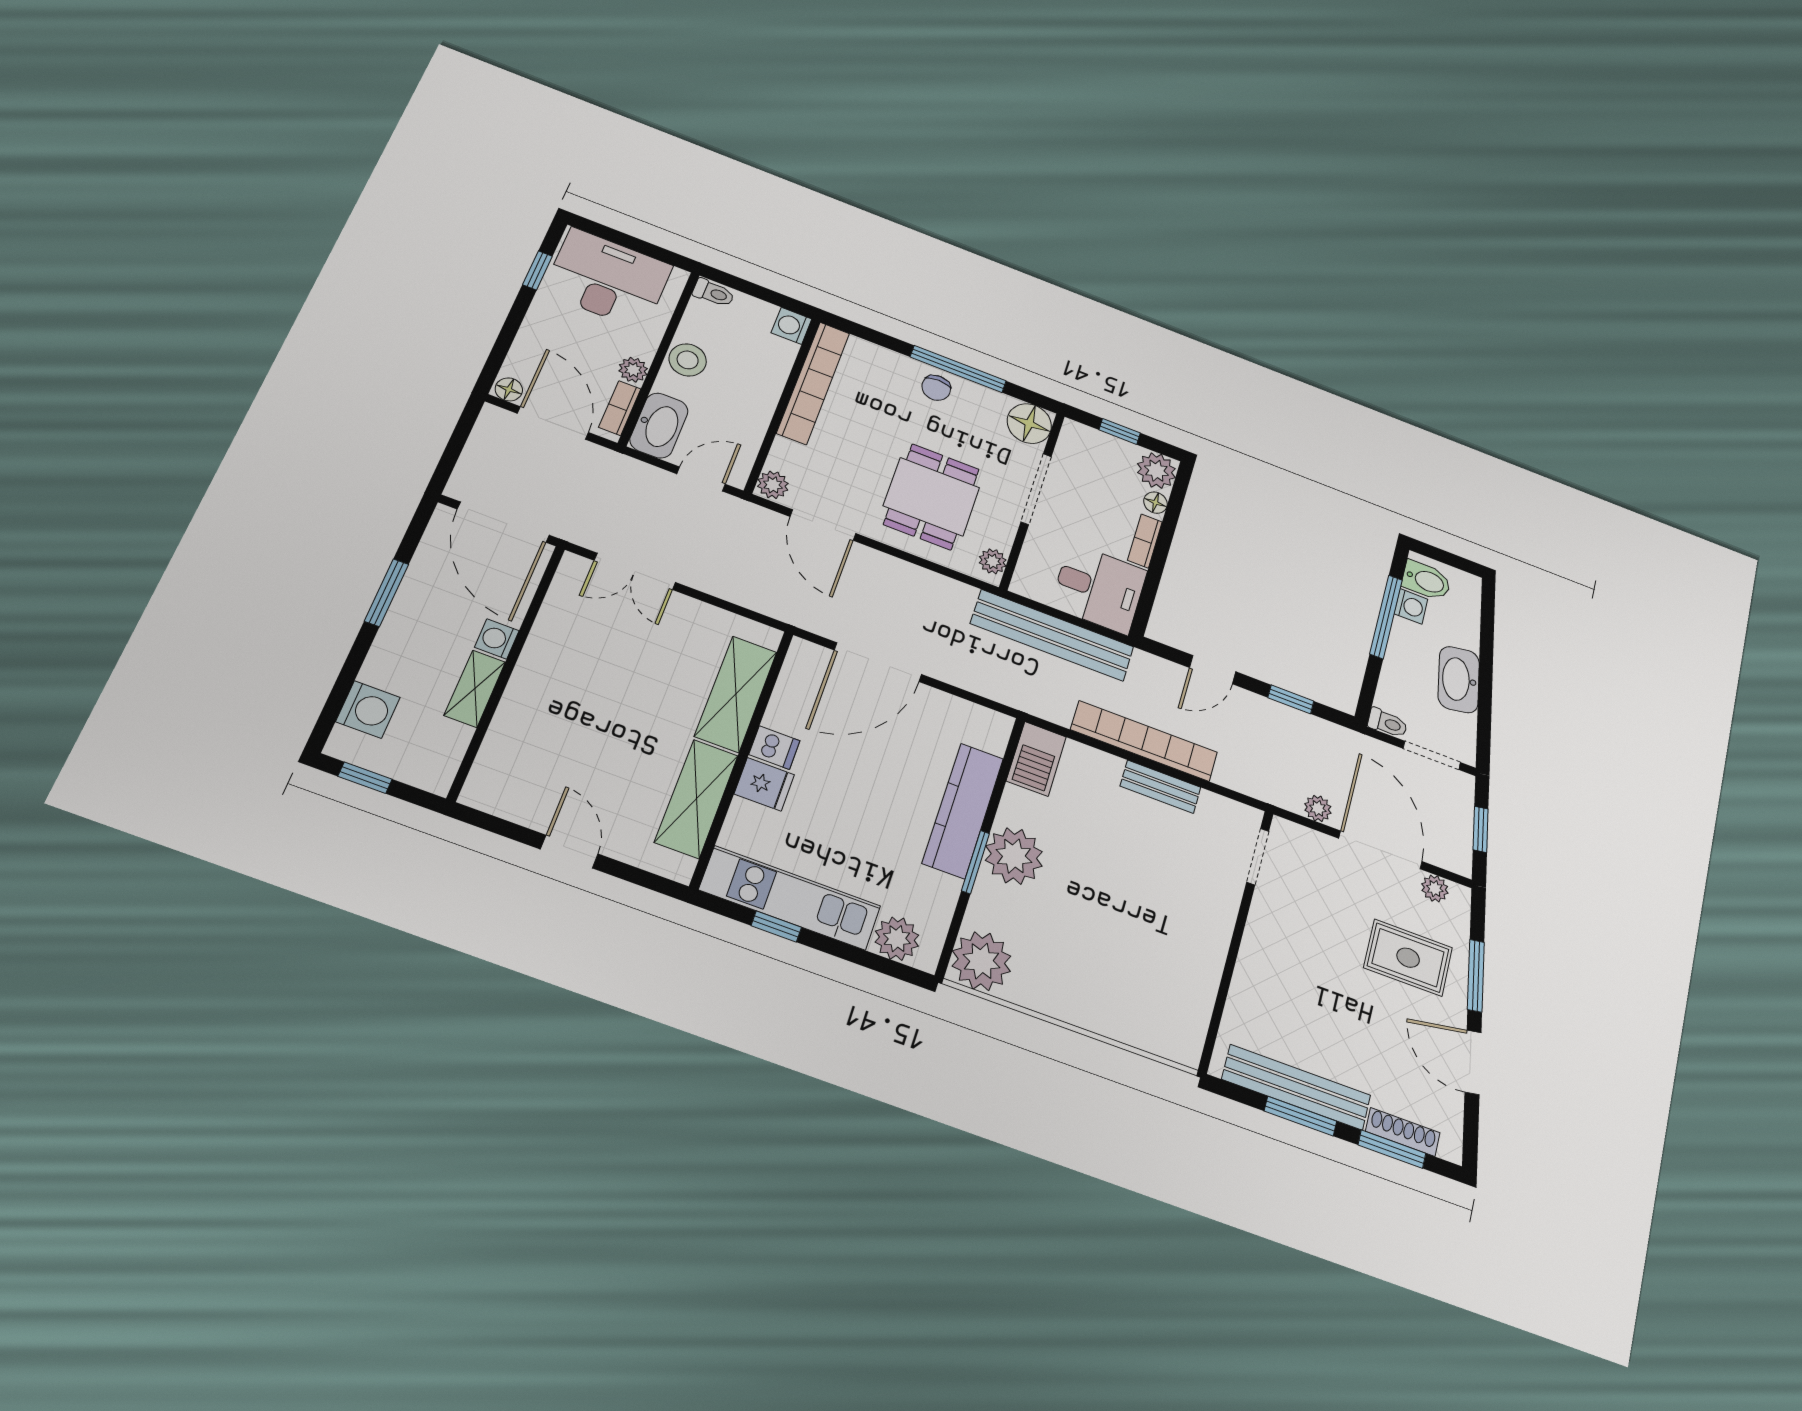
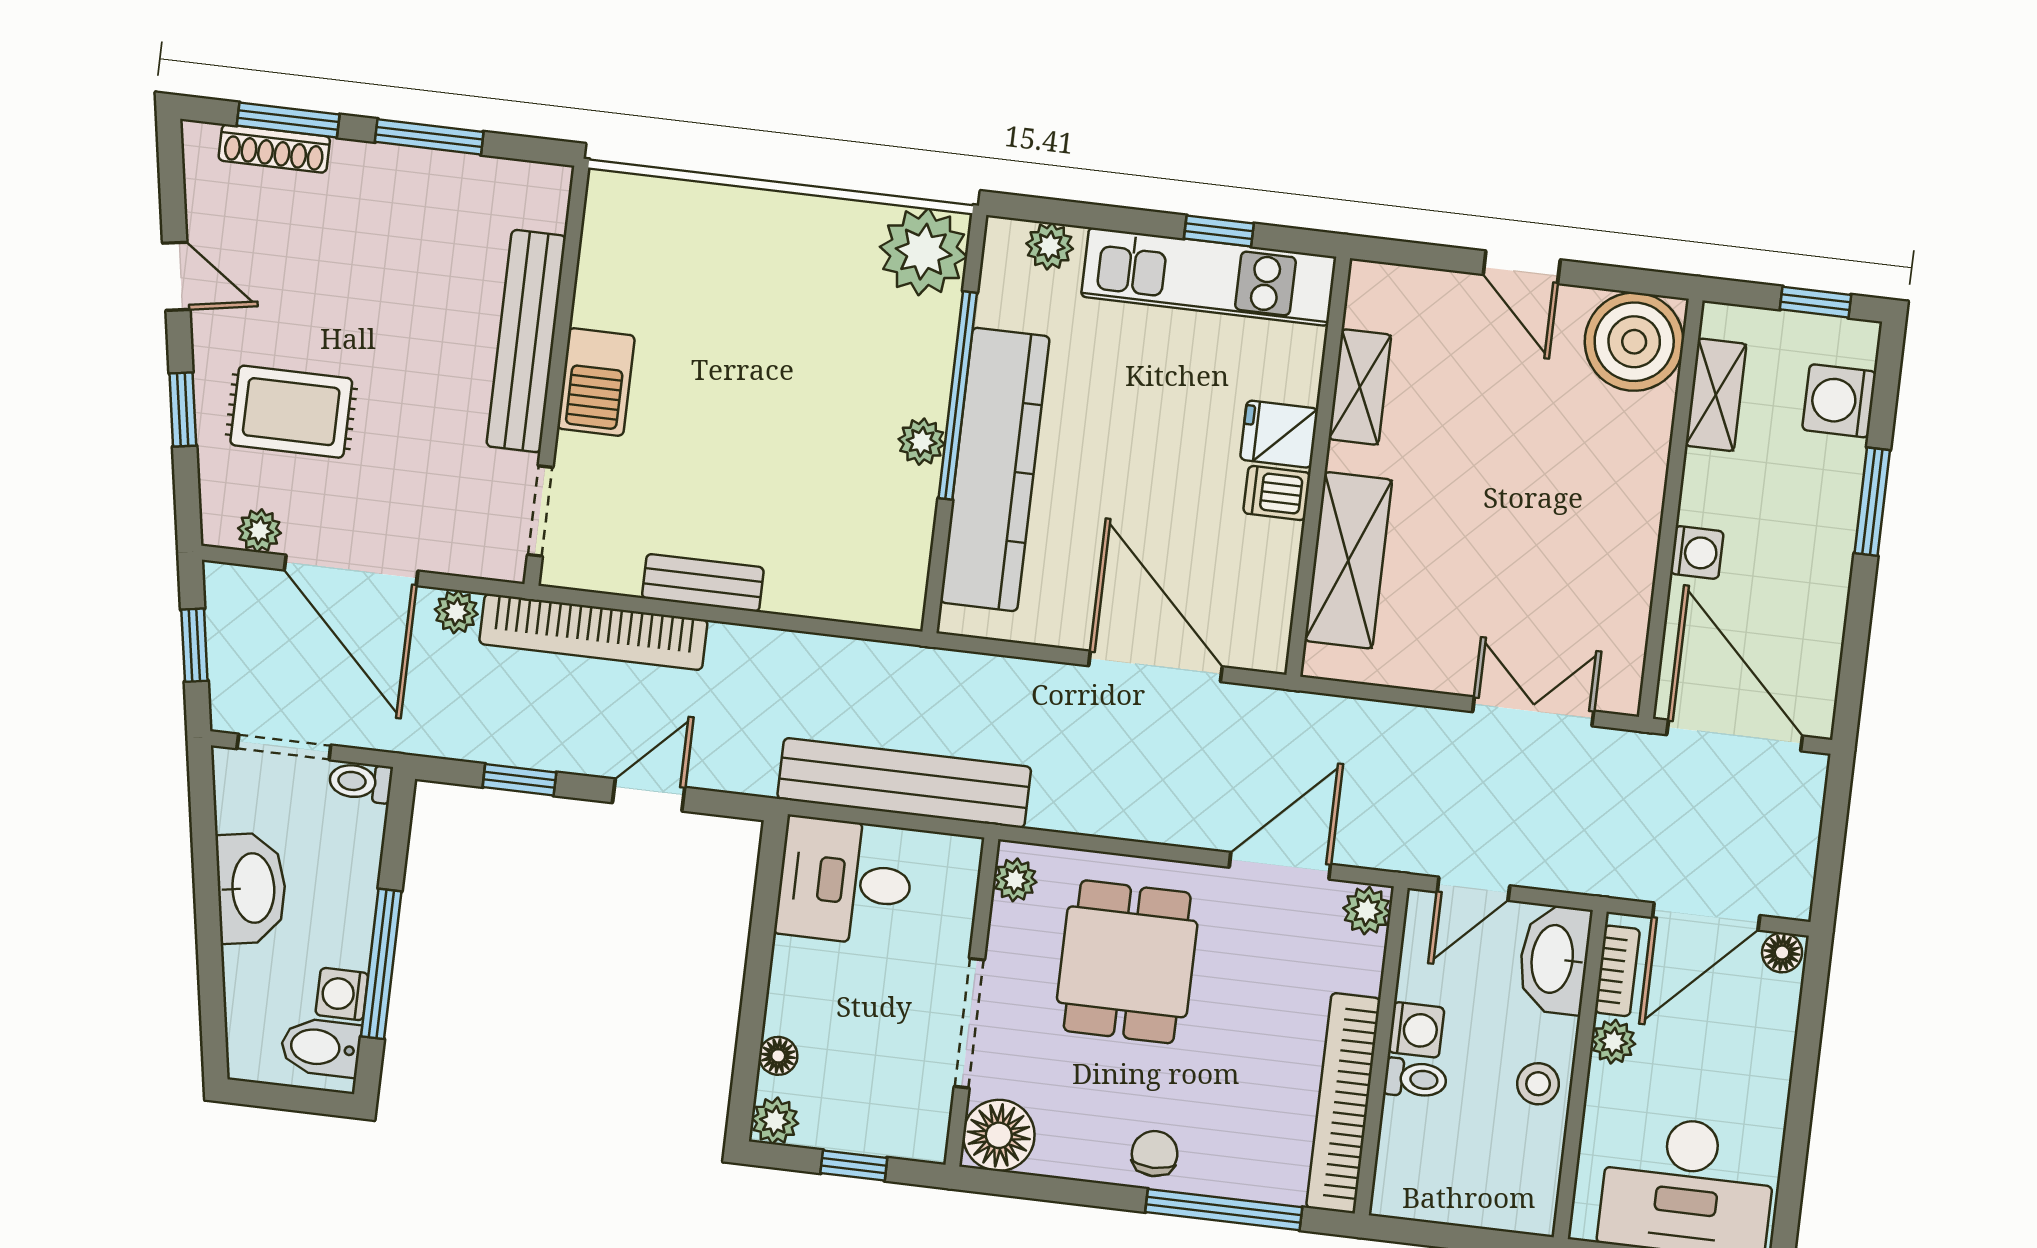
window: (537, 270) -> (1793, 1168), removed
toilet: (714, 293) -> (1415, 1079), moved, turned 180
washing machine: (791, 326) -> (1416, 1030), moved
stool: (688, 360) -> (1538, 1084), width x0.73, depth x0.73
window: (958, 369) -> (1224, 1210), moved
door: (553, 423) -> (1706, 917), hinge flipped
plant: (1156, 471) -> (775, 1121), width x0.73, depth x0.73
door: (823, 525) -> (1280, 866), hinge flipped
bookcase: (1145, 541) -> (785, 984), removed
window: (387, 593) -> (1872, 502), moved
door: (878, 662) -> (1155, 666), hinge flipped
shelving: (475, 689) -> (1716, 395), moved
bookcase: (1144, 741) -> (593, 632), moved
barbecue: (1036, 759) -> (596, 382), moved, turned 180
boiler: (503, 783) -> (1634, 342), added
shelving: (696, 799) -> (1360, 387), width x0.67, depth x0.75
kitchen counter: (963, 811) -> (995, 469), width x1.39, depth x1.17
plant: (1014, 856) -> (922, 442), width x0.53, depth x0.53
window: (975, 862) -> (958, 395), width x2.11
plant: (897, 939) -> (1050, 246), width x0.73, depth x0.73
window: (1476, 976) -> (183, 409), width x0.67
door: (1473, 1062) -> (176, 276), width x0.73
bench: (1296, 1087) -> (526, 341), moved, turned 90

